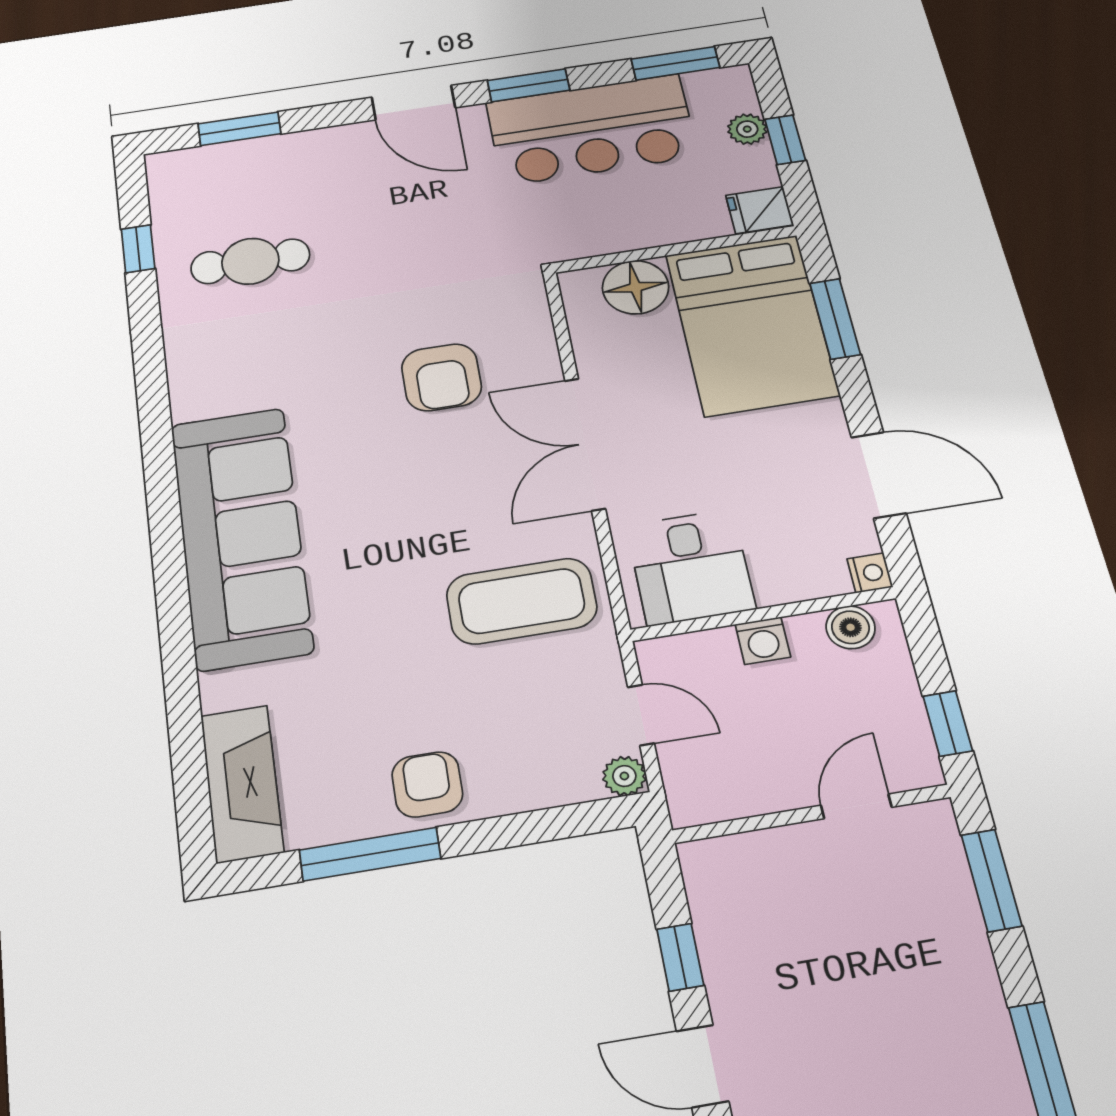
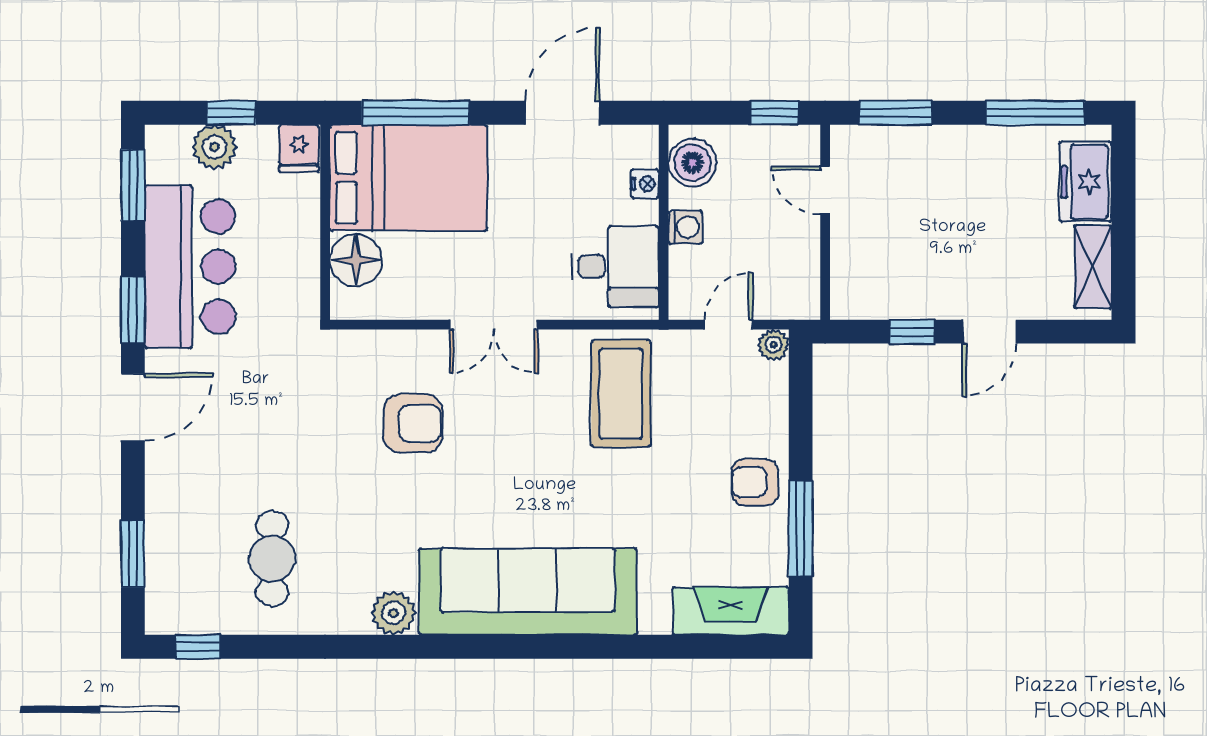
plant: (747, 129) -> (214, 147), width x1.38, depth x1.38
window: (138, 249) -> (198, 647), moved
window: (835, 319) -> (416, 113), width x1.44
plant: (196, 395) -> (393, 613), added
double door: (585, 444) -> (494, 325), width x0.73
nightstand: (870, 573) -> (645, 184), moved, turned 90
boiler: (850, 627) -> (692, 163), width x1.36, depth x1.36

